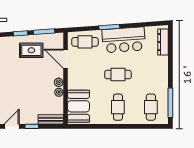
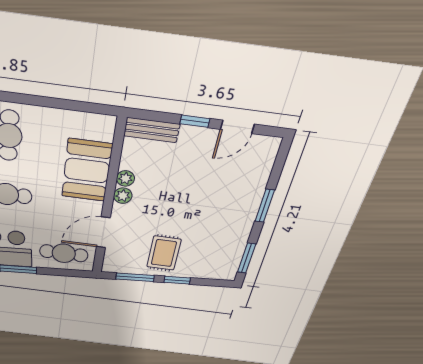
rug: (31, 50) -> (164, 253), turned 90
door: (65, 59) -> (103, 232), swing flipped
booth: (79, 106) -> (87, 170), moved

